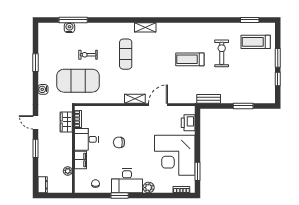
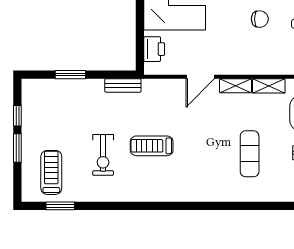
shelving: (145, 27) -> (269, 86), moved
treadmill: (256, 42) -> (51, 172), turned -90
treadmill: (190, 59) -> (152, 146), turned 180

